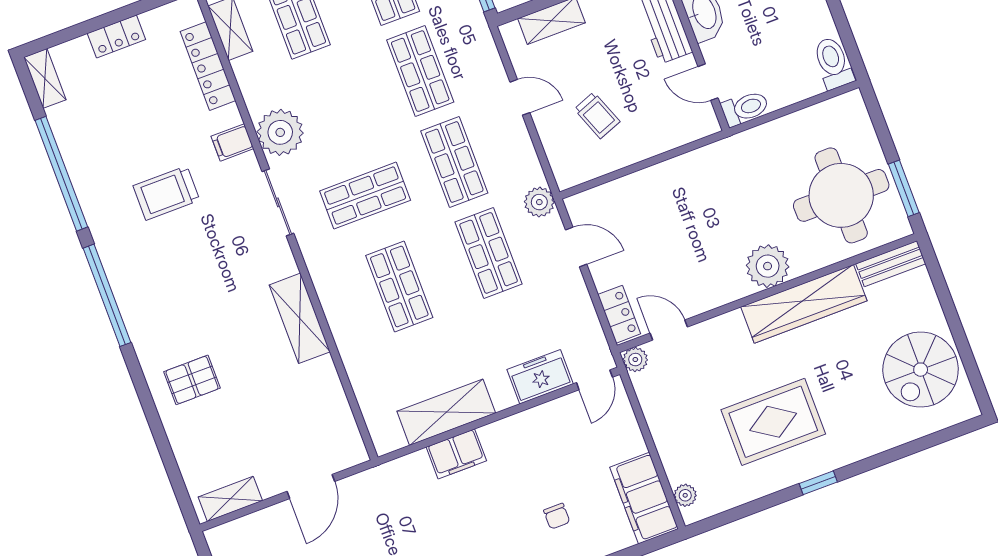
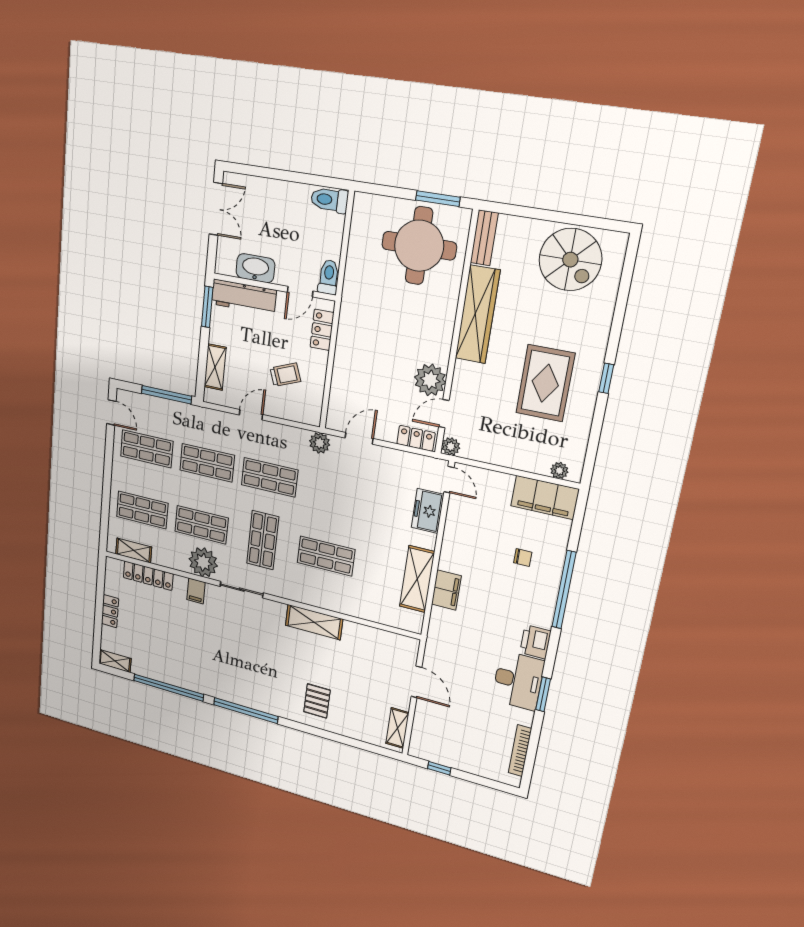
locker: (679, 133) -> (322, 330), added
trolley: (166, 193) -> (206, 643), removed
shop shelf: (489, 253) -> (201, 525), moved
plant: (768, 266) -> (430, 380), moved

